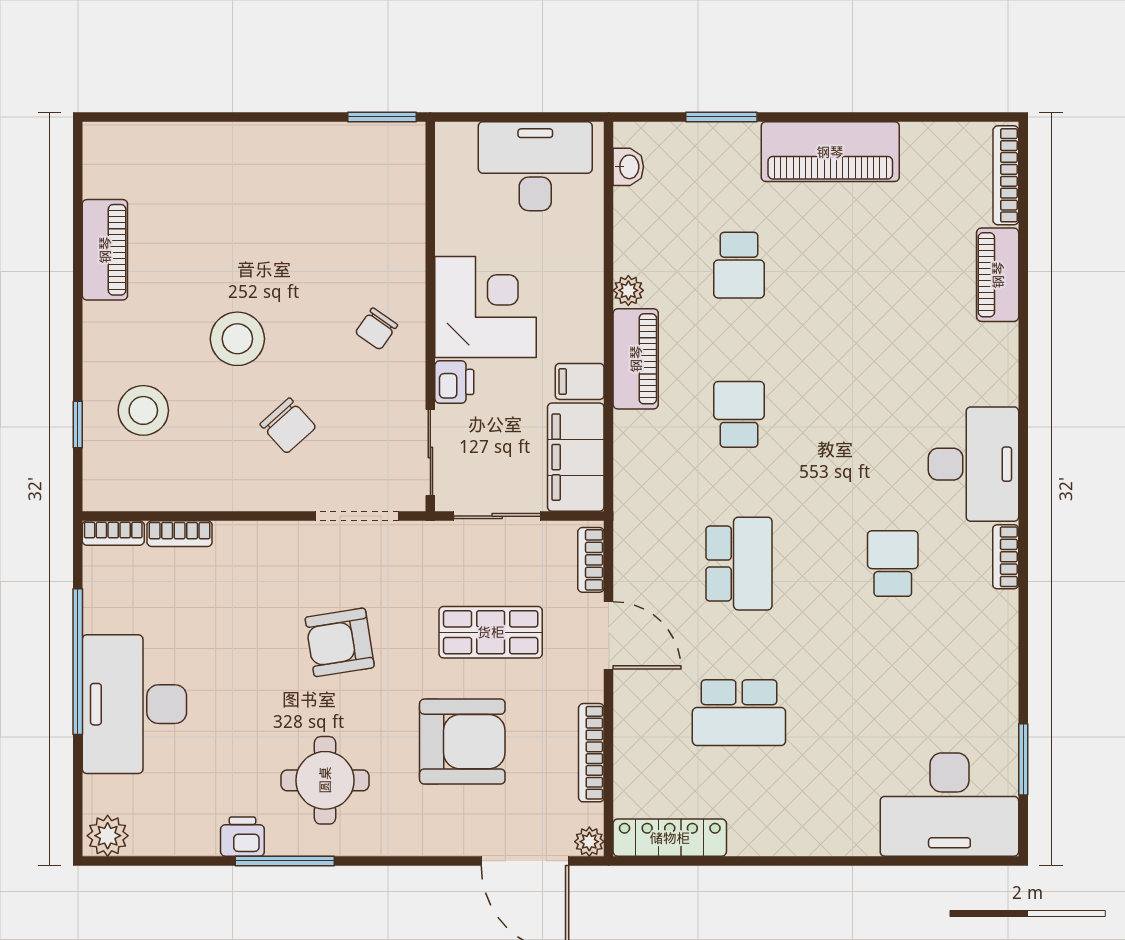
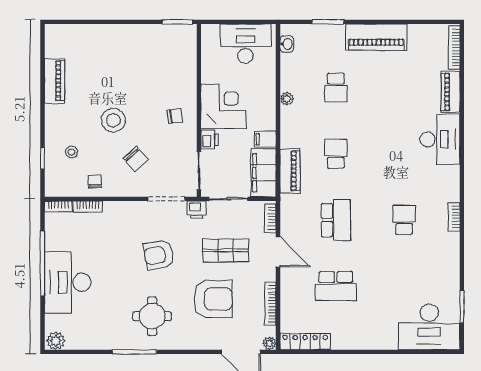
chair: (376, 329) -> (175, 116), turned -133
piano: (636, 359) -> (290, 171), moved
stool: (143, 410) -> (72, 152), width x0.53, depth x0.53
desk: (974, 464) -> (440, 139), moved
chair: (196, 477) -> (95, 181), added
printer: (242, 837) -> (197, 210), moved, turned 180

